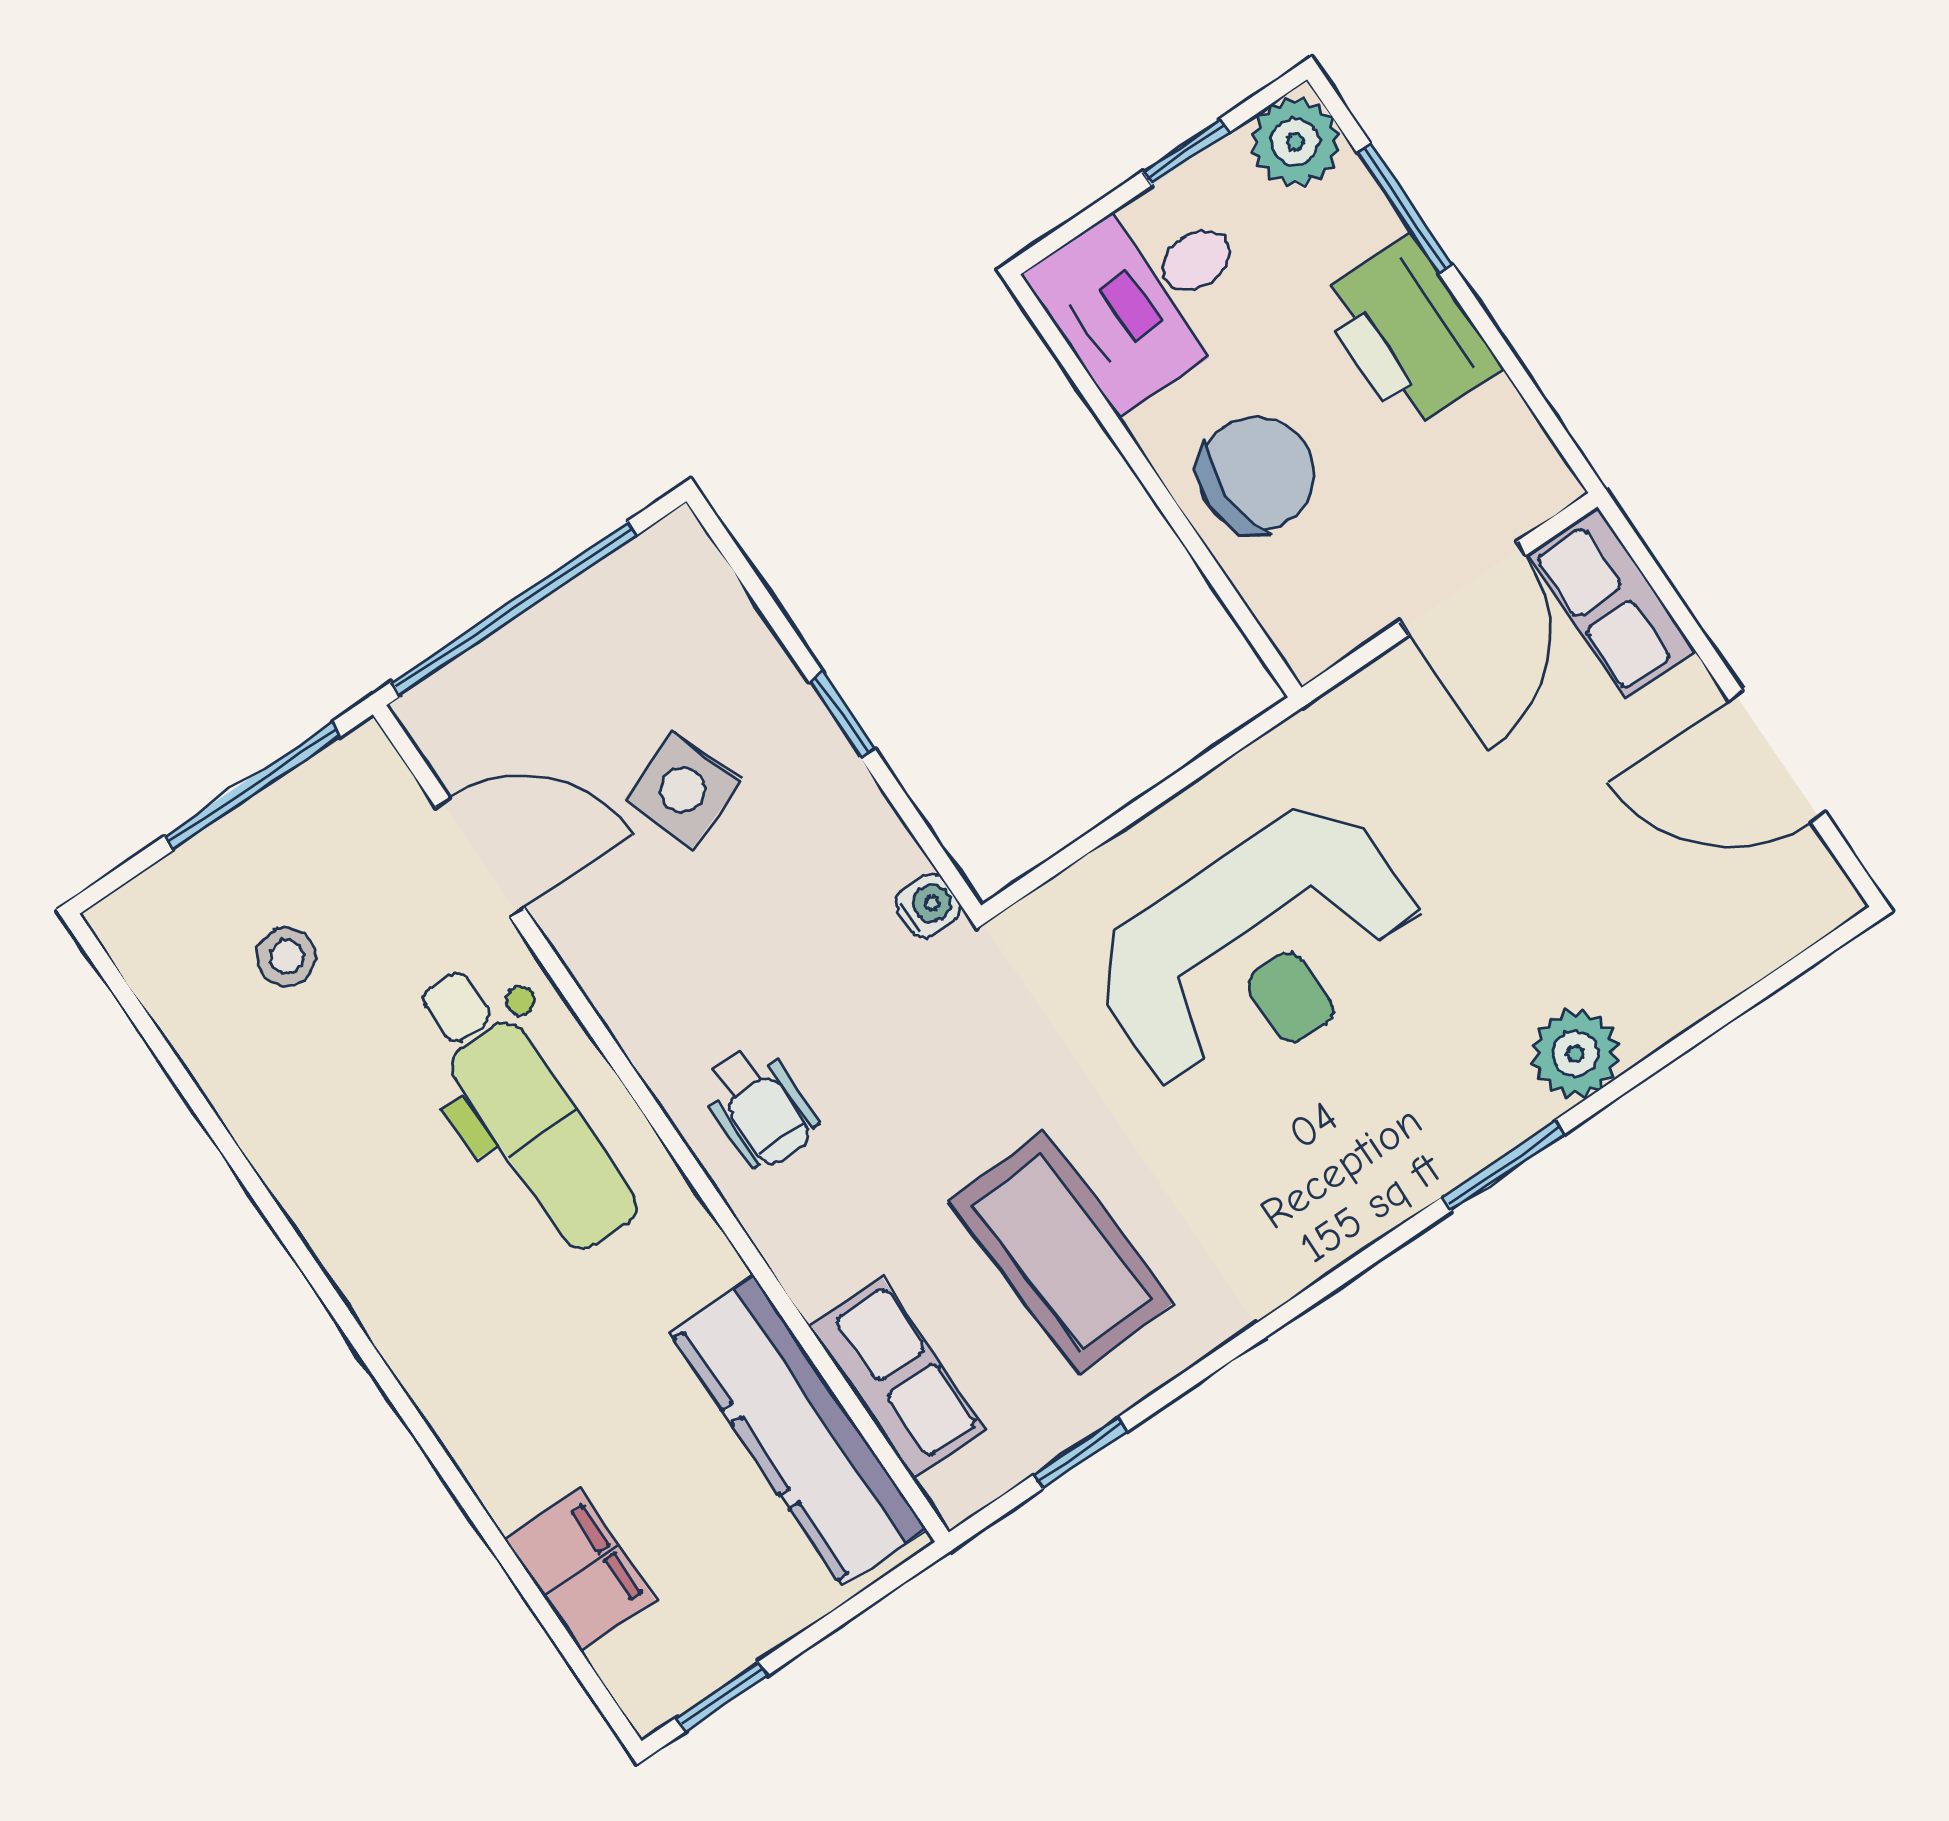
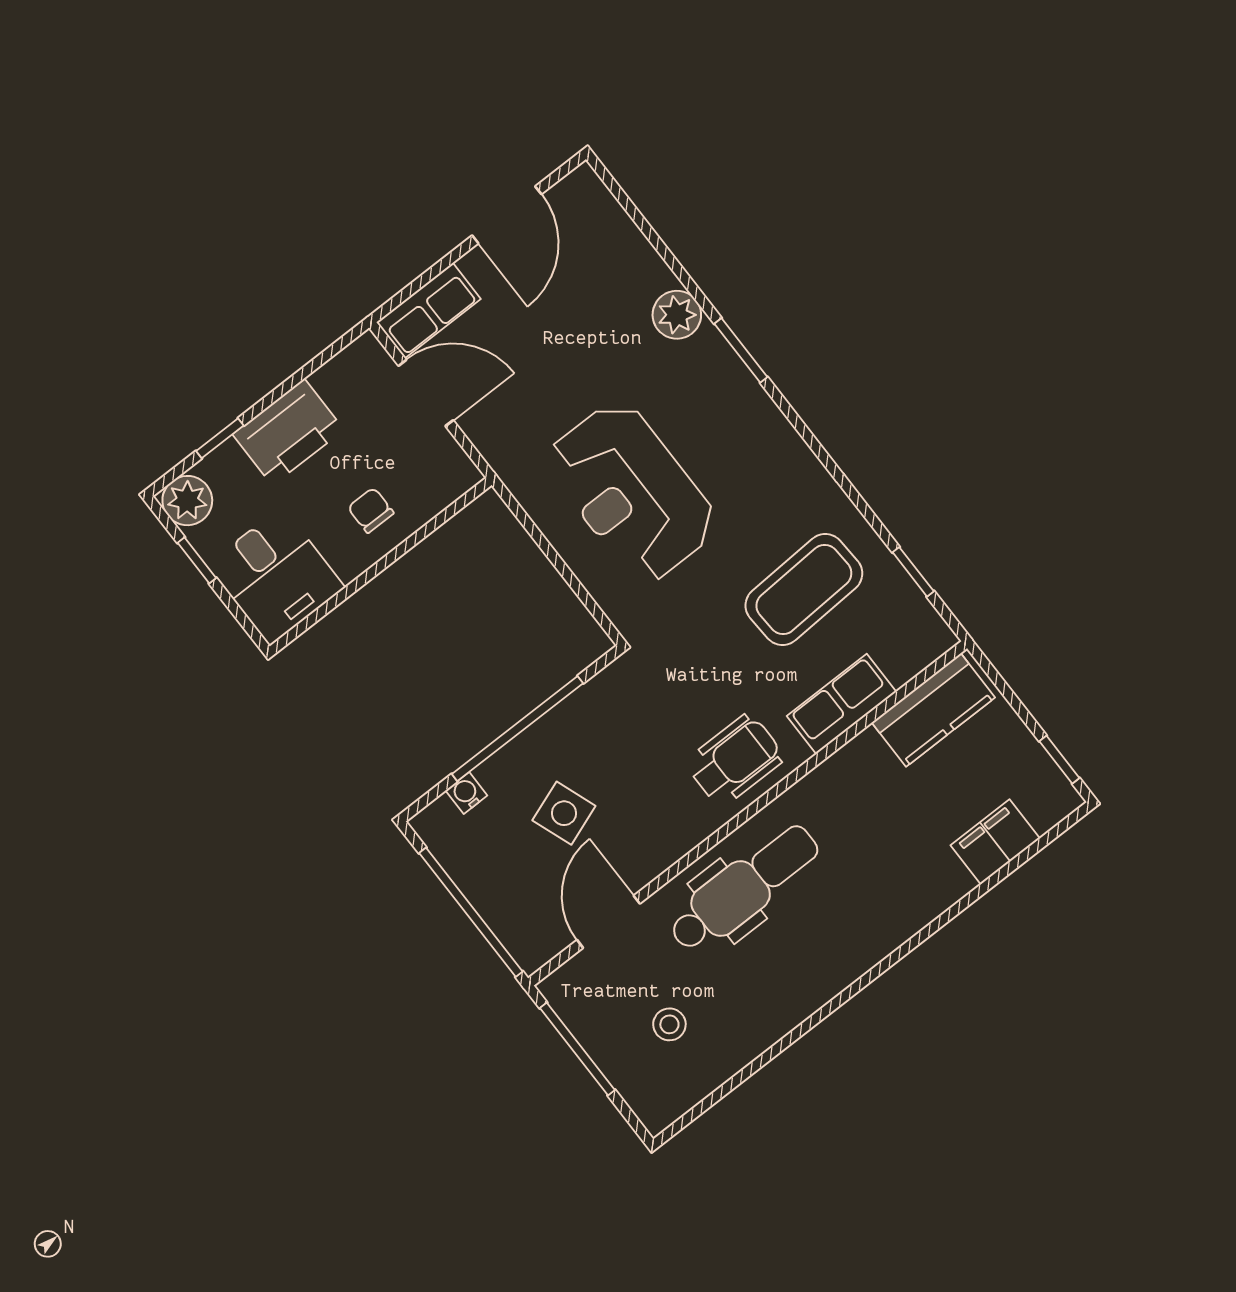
window: (1405, 208) -> (220, 438), width x0.67
chair: (1256, 474) -> (371, 510), width x0.54, depth x0.54
window: (842, 715) -> (517, 729), width x3.17
water cooler: (928, 906) -> (466, 793), moved
reception desk: (1259, 951) -> (632, 492), turned 180
wheelchair: (759, 1107) -> (735, 760), width x1.36, depth x1.37
row of seats: (897, 1378) -> (841, 704), moved
kitchen counter: (798, 1431) -> (933, 710), width x0.67

